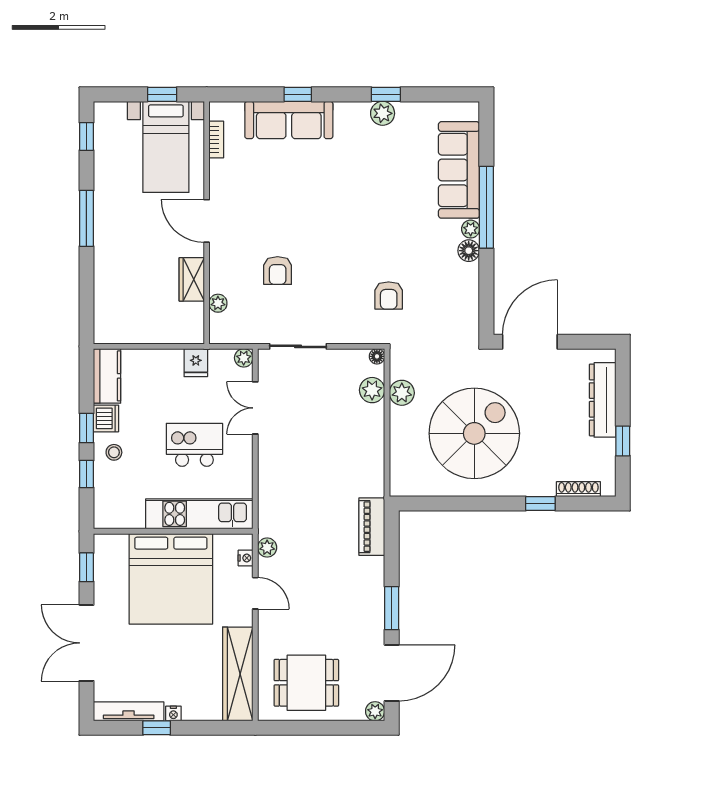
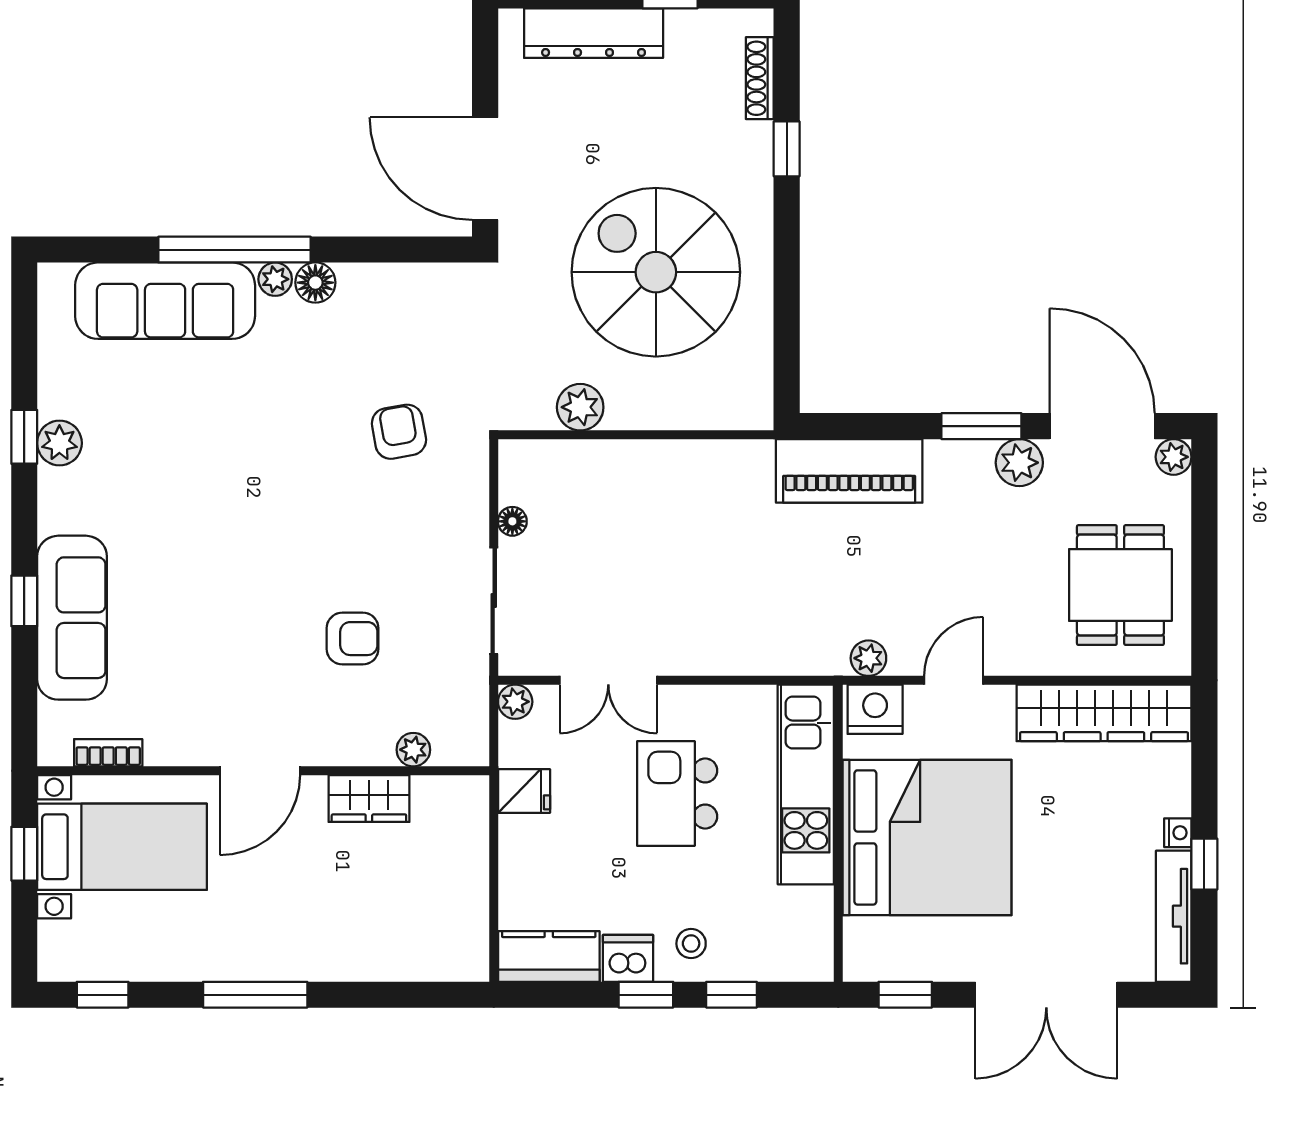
armchair: (389, 295) -> (399, 432), turned -100
floor lamp: (377, 356) -> (512, 521), moved
plant: (372, 390) -> (1019, 463), moved
piano: (372, 527) -> (849, 471), width x1.37, depth x1.33
nightstand: (246, 558) -> (875, 709), width x1.89, depth x1.79

